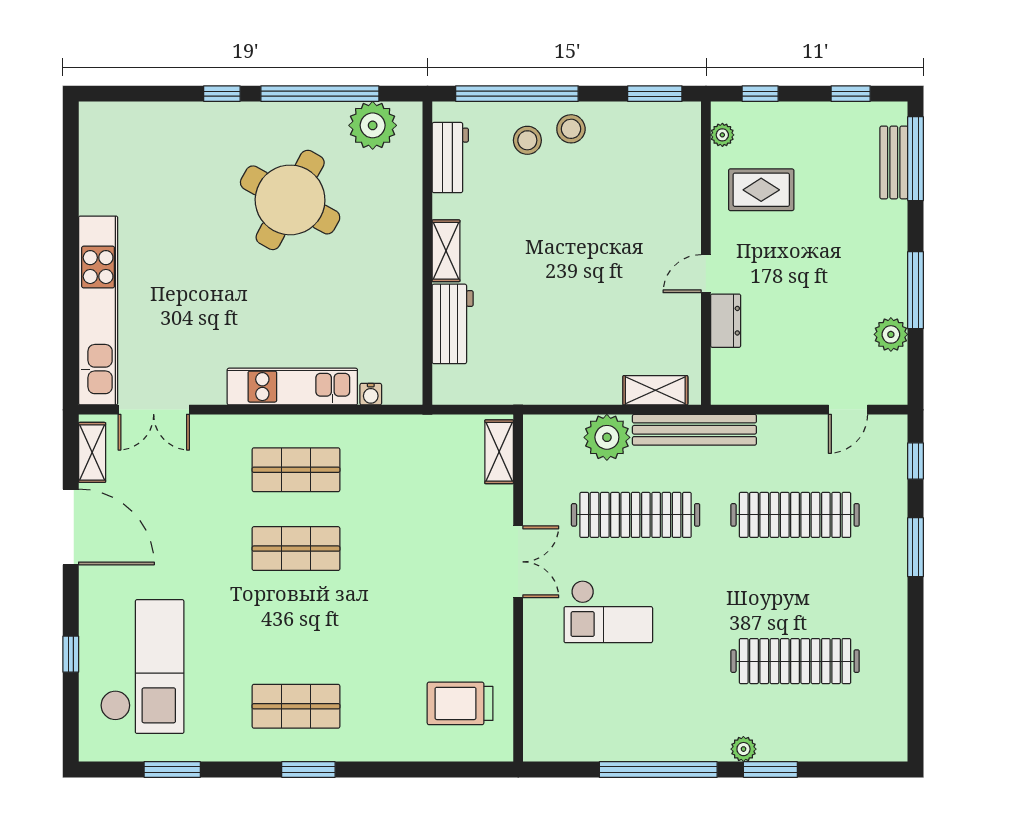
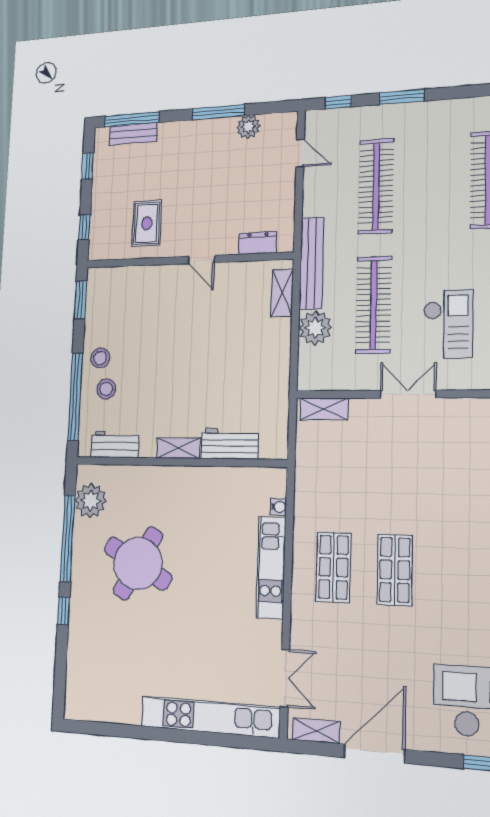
plant: (722, 135) -> (110, 252), removed
dresser: (726, 321) -> (258, 243), moved

